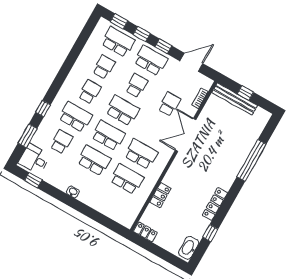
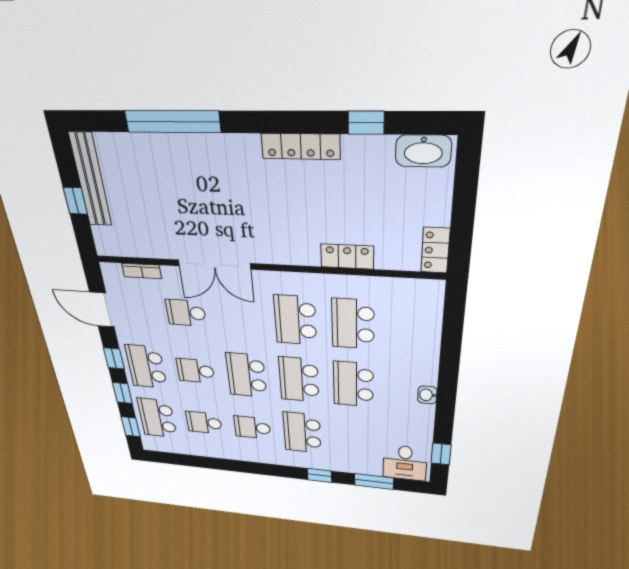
bench: (235, 99) -> (91, 180), moved
school desk: (61, 142) -> (354, 438), removed

